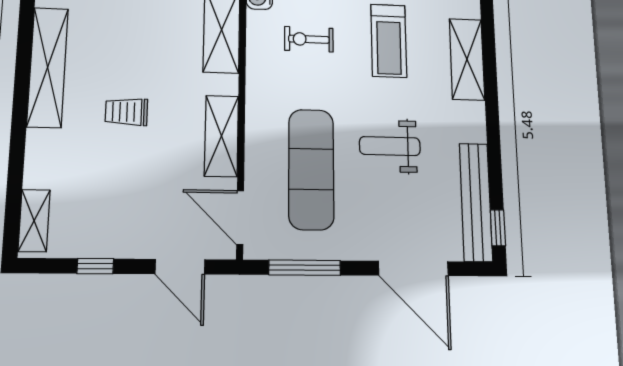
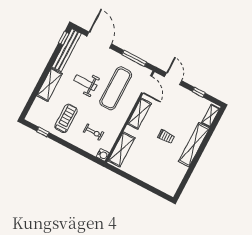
shelving: (467, 59) -> (50, 85), moved
shelving: (48, 67) -> (194, 145), moved
weight bench: (390, 146) -> (85, 83), turned 180

